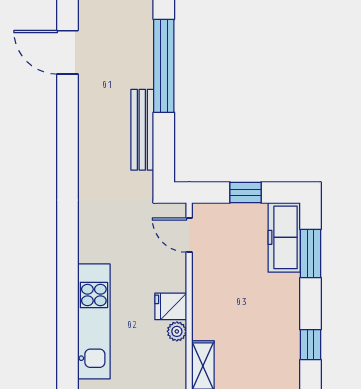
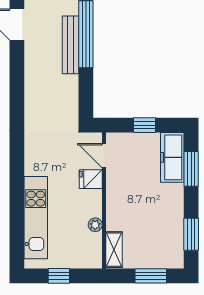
bench: (142, 130) -> (70, 45), moved
fridge: (171, 306) -> (91, 179), moved
window: (311, 345) -> (191, 234), width x1.50

